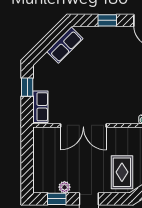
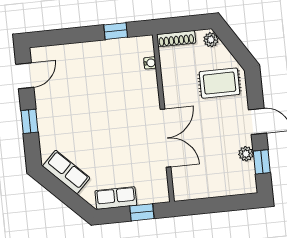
window: (27, 87) -> (142, 212), moved
row of seats: (40, 107) -> (116, 198), moved

